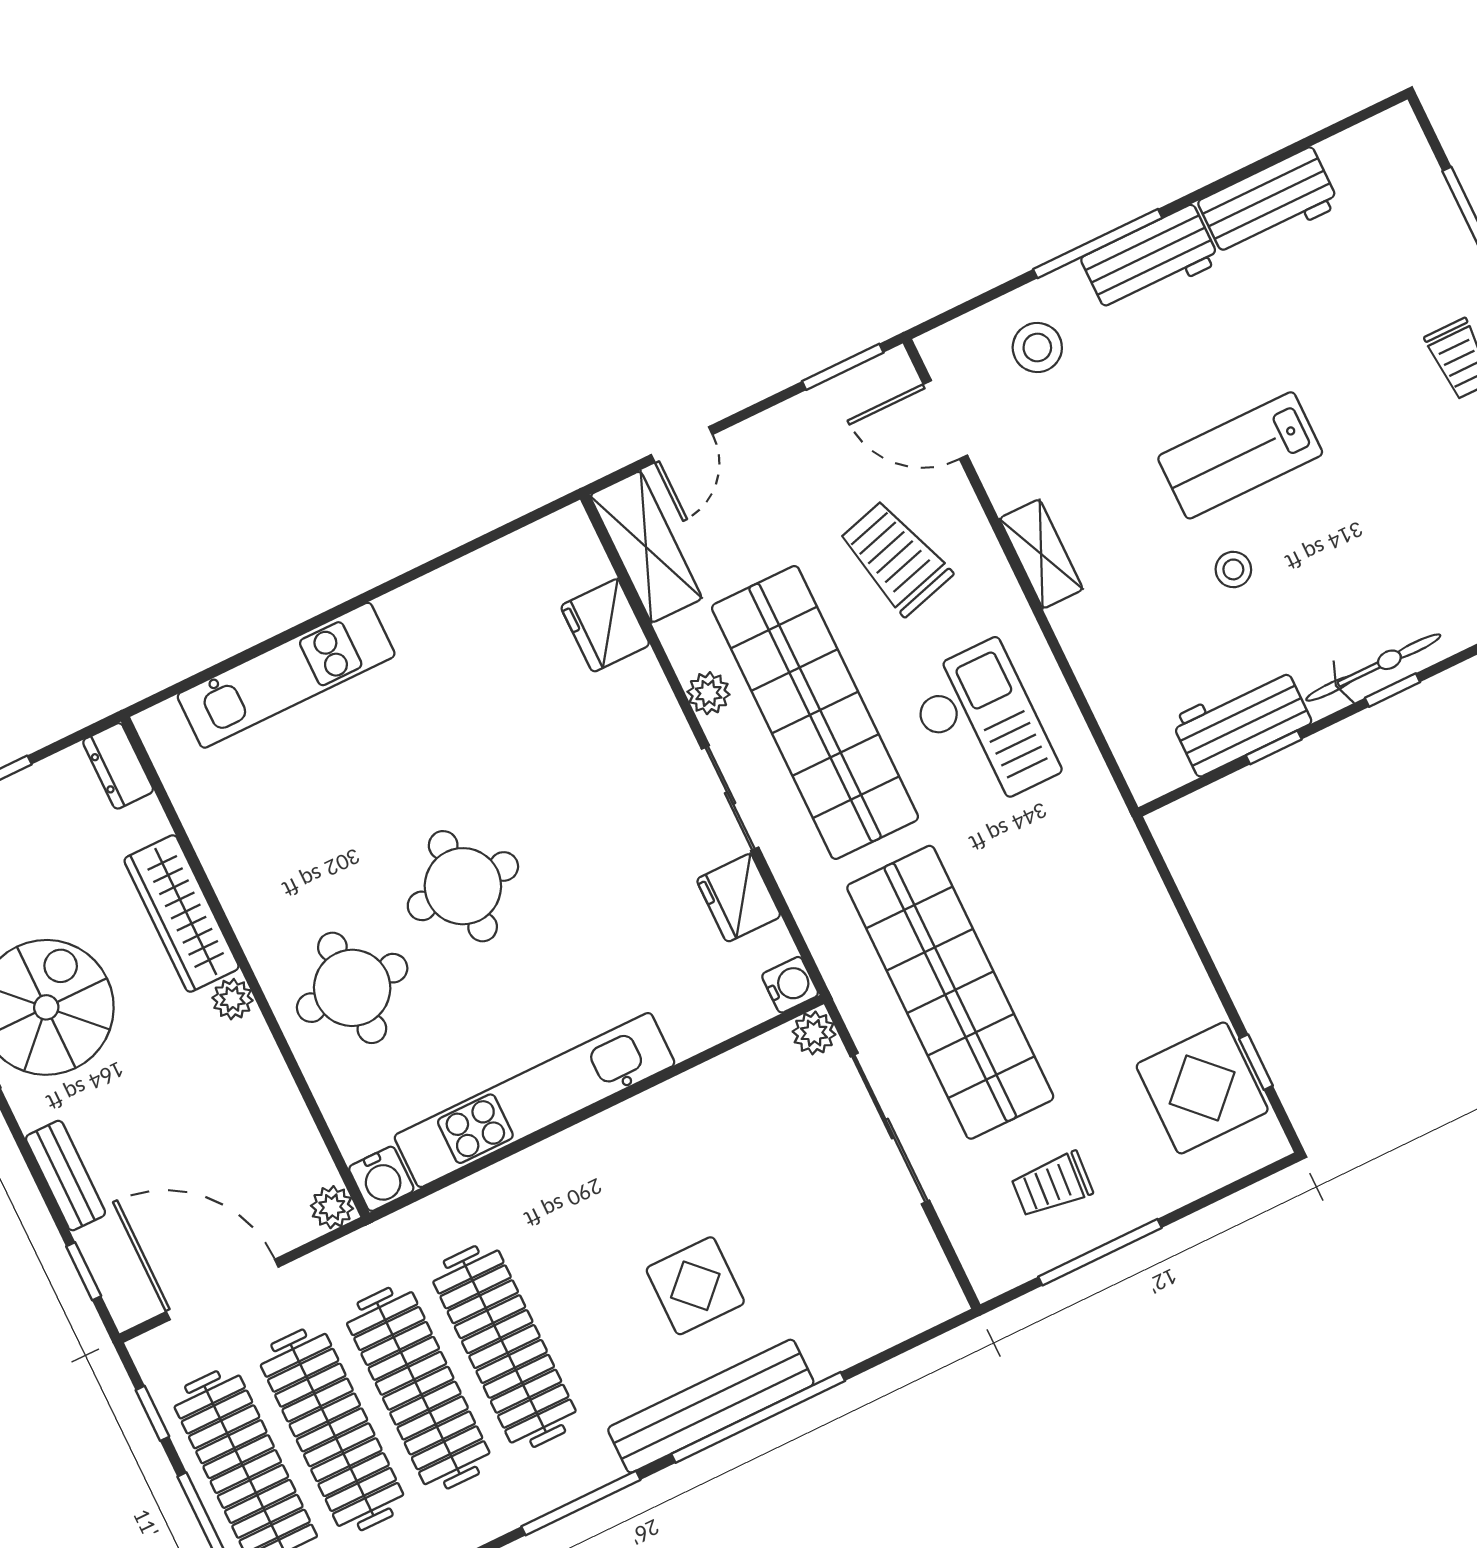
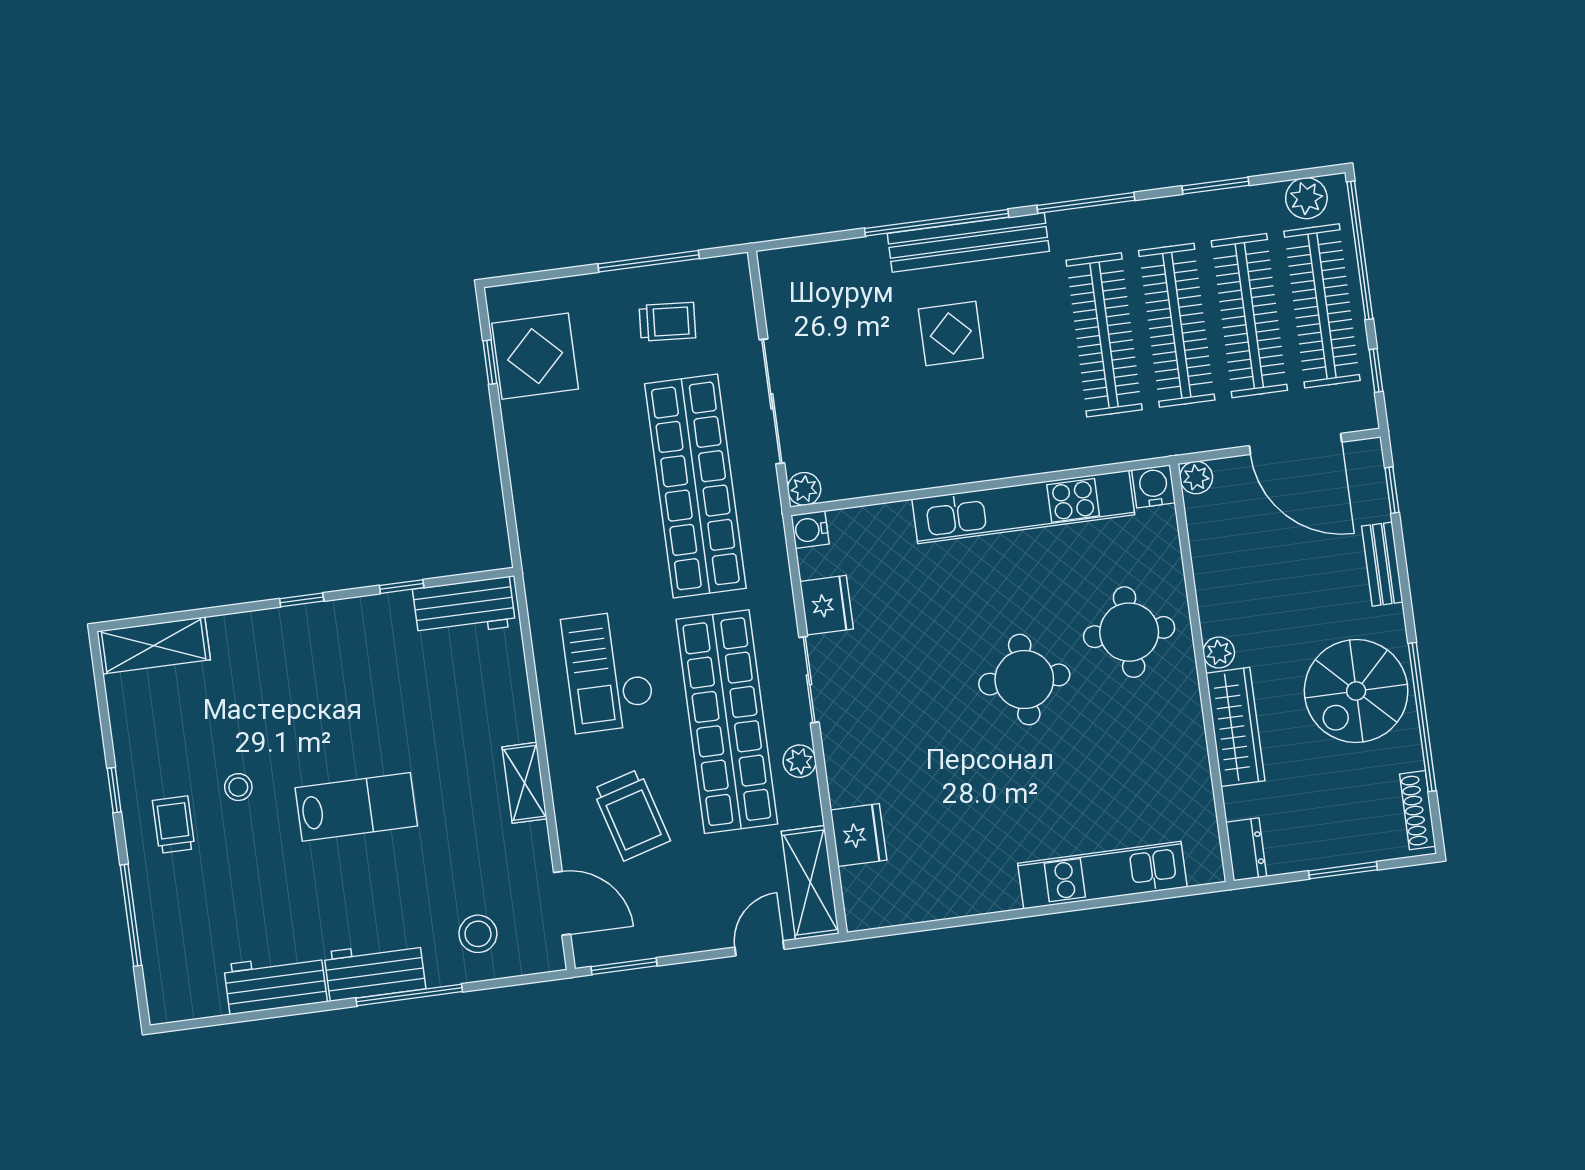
stool: (1233, 569) -> (238, 787), moved
bicycle: (1373, 668) -> (310, 621), removed
workbench: (1241, 721) -> (464, 608), moved

